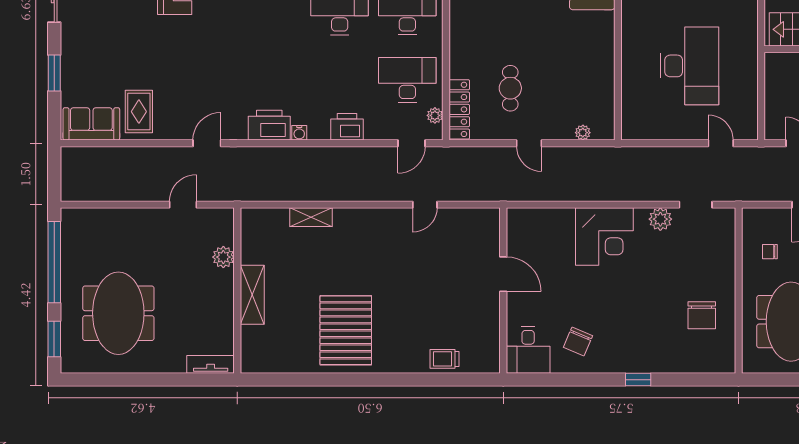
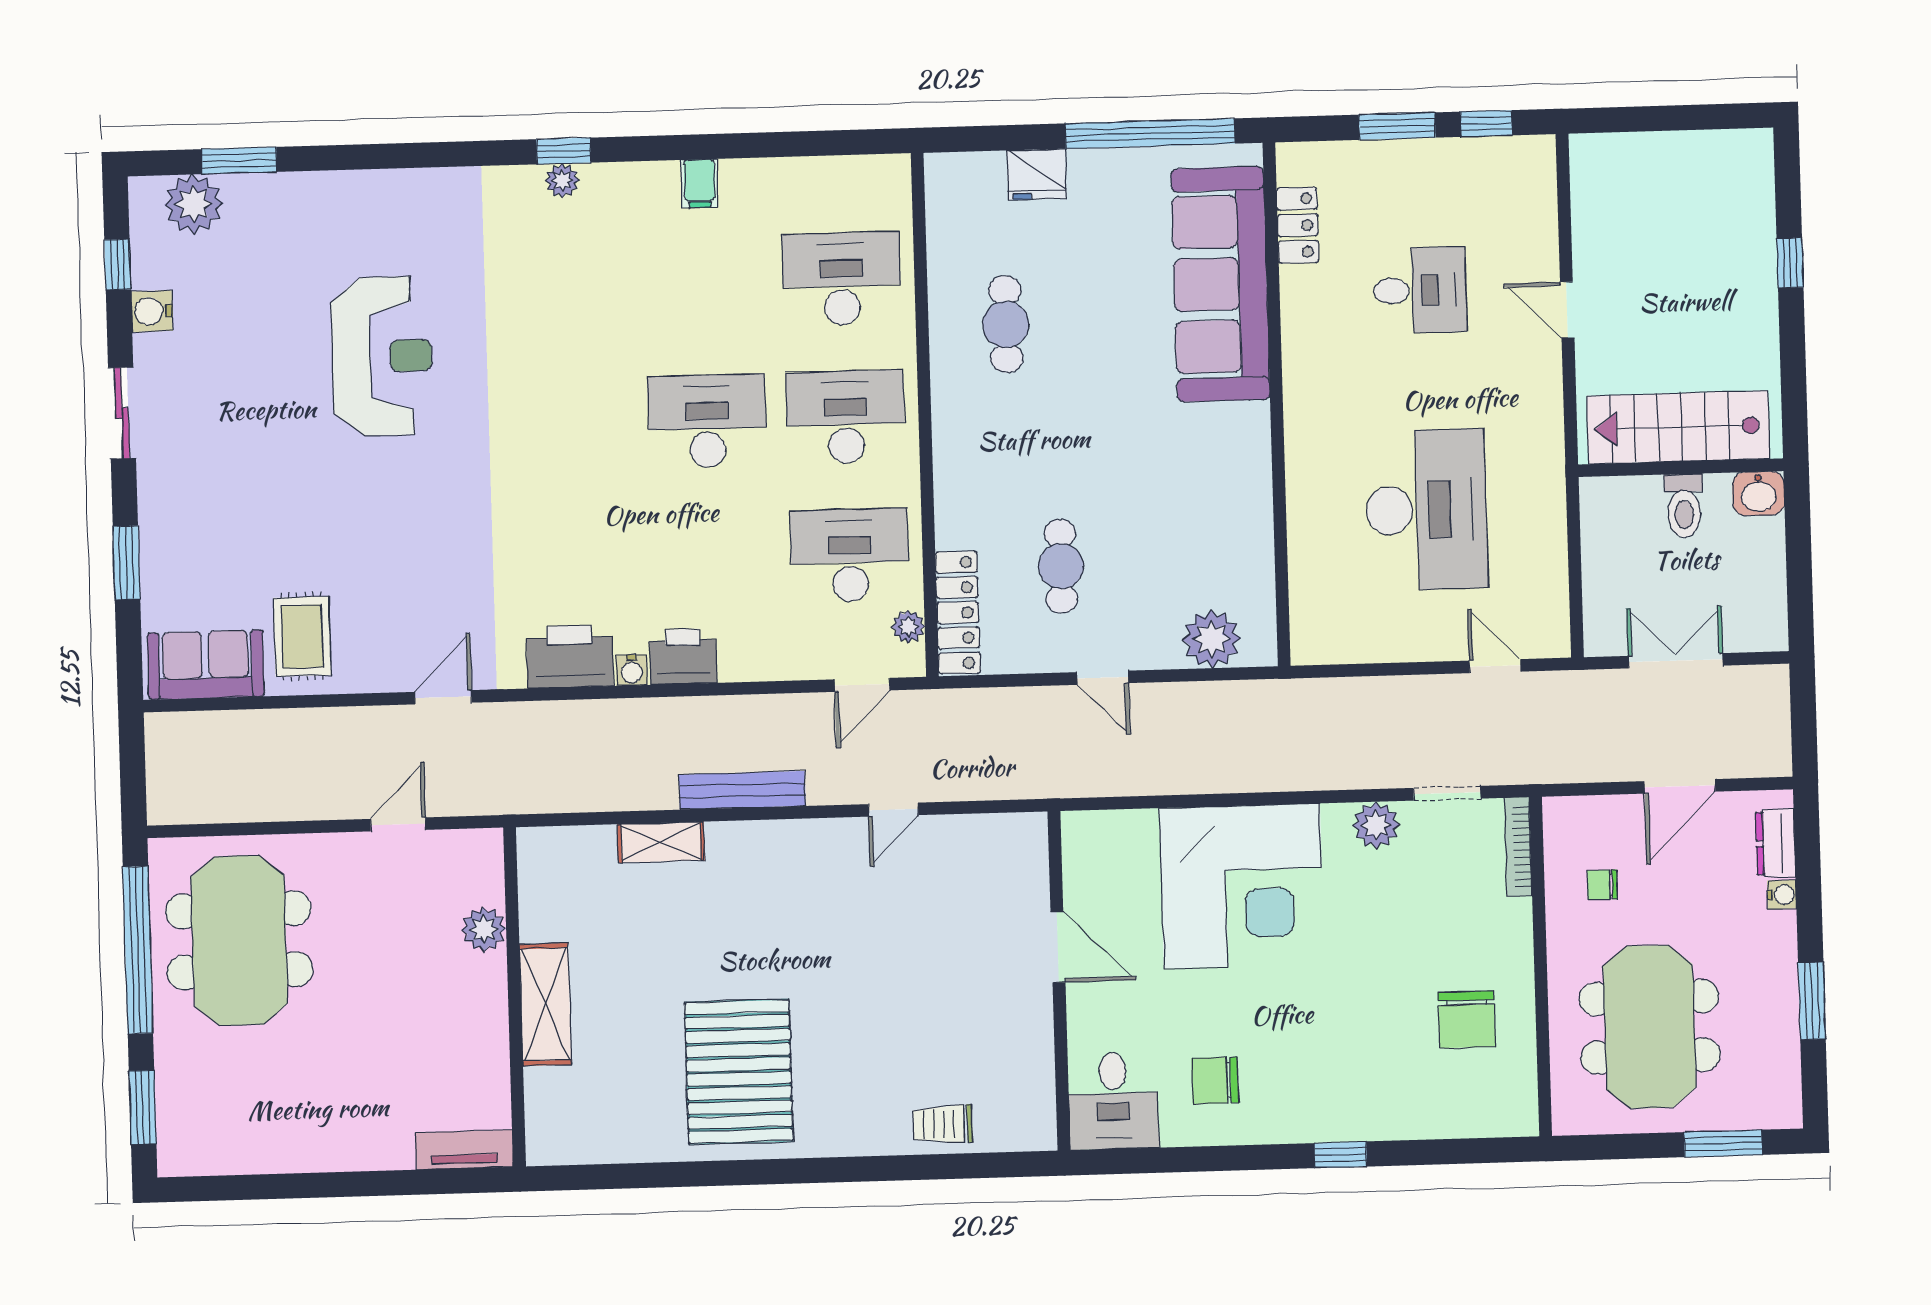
printer: (347, 127) -> (683, 656), moved
plant: (583, 133) -> (1212, 639), width x1.88, depth x1.88
bench: (351, 193) -> (742, 790), added
bookcase: (729, 232) -> (1518, 847), added
corner desk: (604, 237) -> (1242, 886), width x1.36, depth x1.36
meeting table: (118, 313) -> (239, 940), moved
chair: (578, 341) -> (1215, 1080), turned 67

